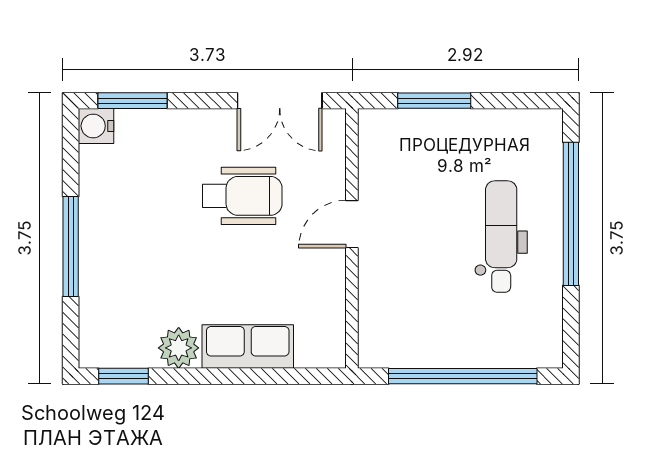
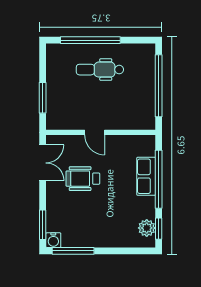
wheelchair: (242, 196) -> (83, 179), turned -90
window: (71, 246) -> (73, 251), moved
plant: (179, 348) -> (147, 228), moved
window: (240, 376) -> (159, 179), added

